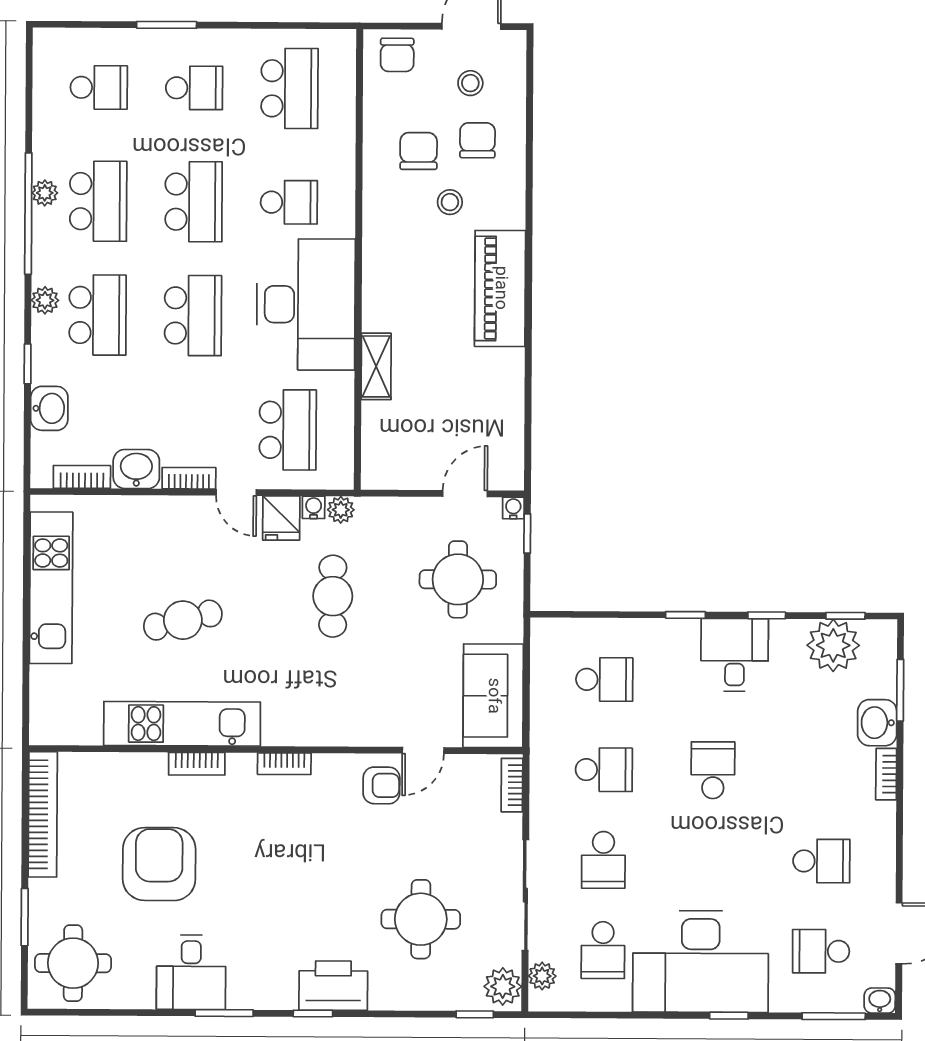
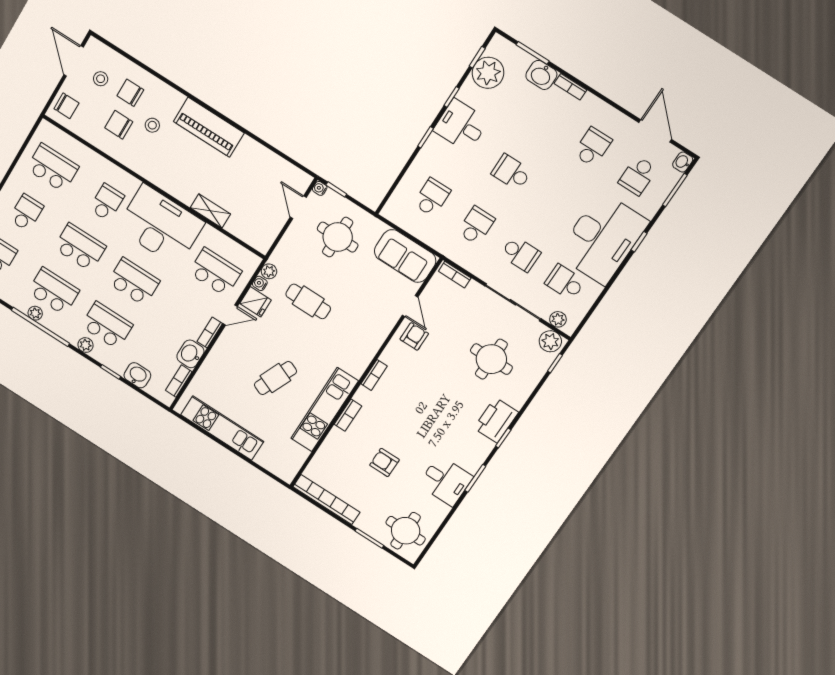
cafe table: (183, 620) -> (275, 378), turned 37
armchair: (159, 864) -> (384, 462), width x0.53, depth x0.53
school desk: (603, 950) -> (565, 282), turned 180

